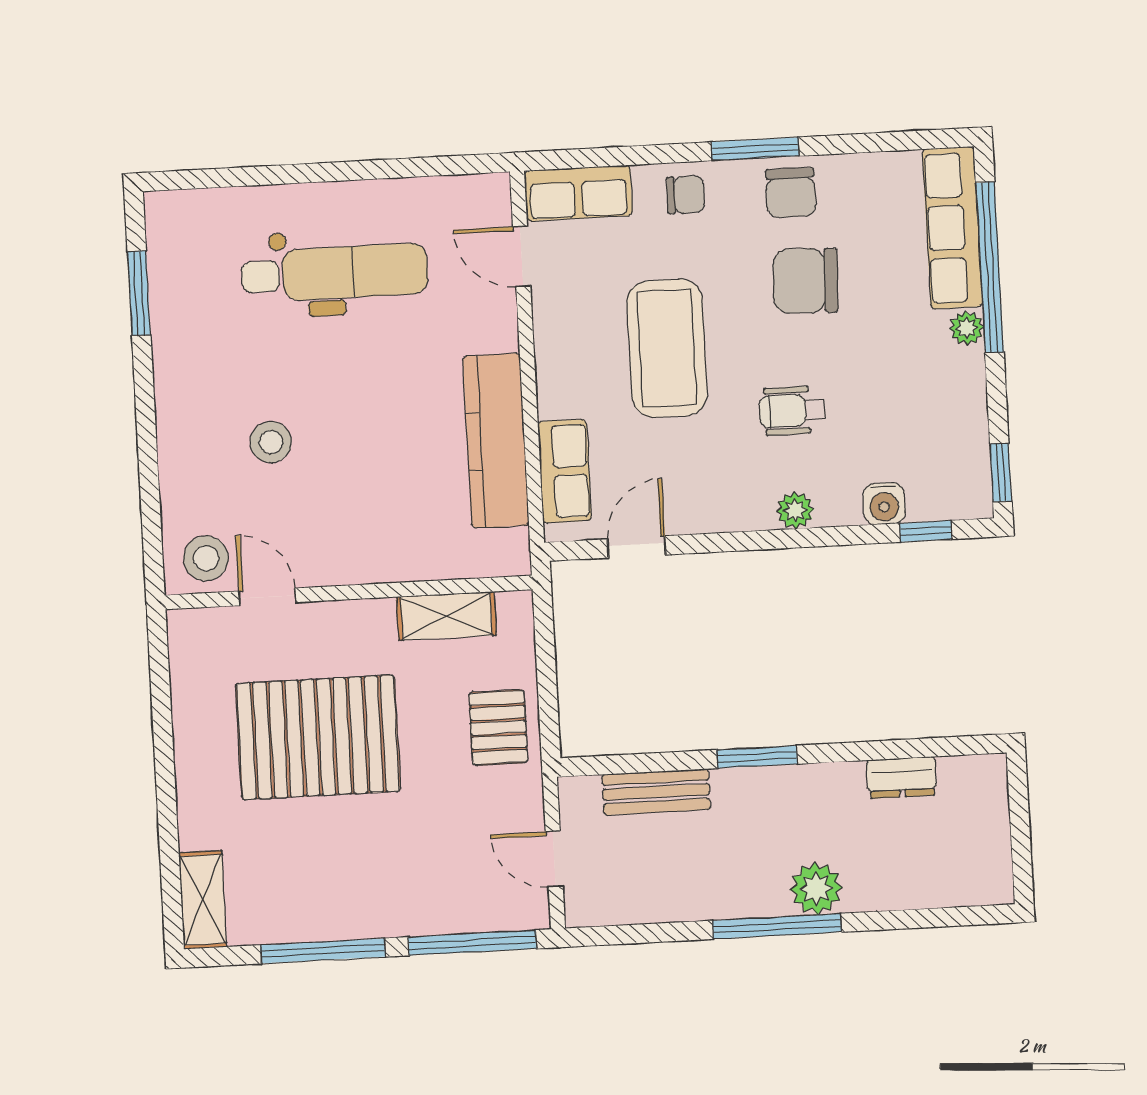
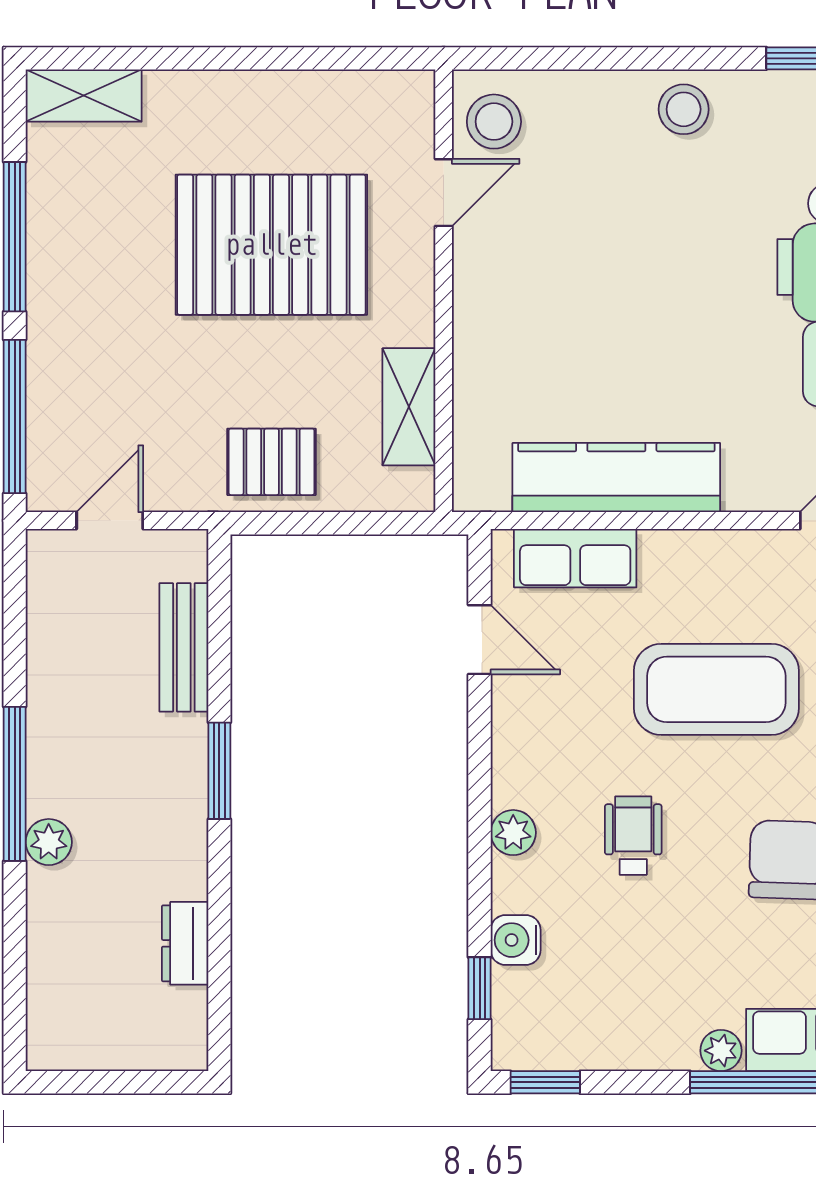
stool: (271, 442) -> (684, 109), moved
pallet: (318, 737) -> (271, 245), turned 90
plant: (816, 889) -> (49, 842), width x0.73, depth x0.73

